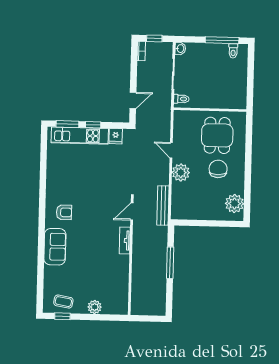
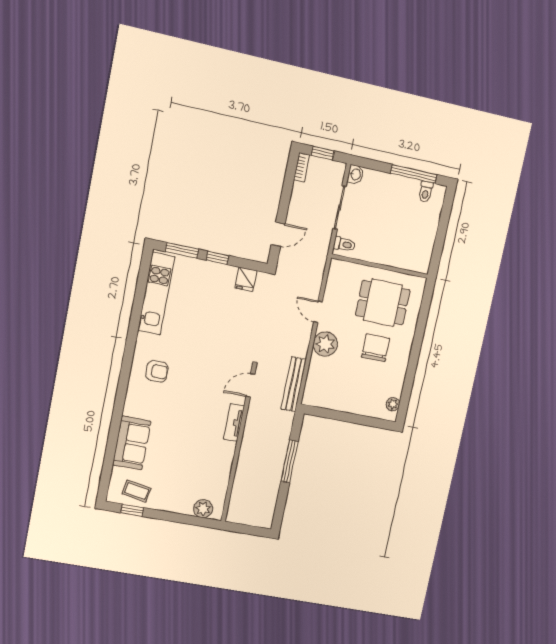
dining table: (217, 135) -> (383, 303), turned 90
kitchen unit: (80, 136) -> (156, 294), moved, turned -90
plant: (234, 204) -> (393, 404), width x0.53, depth x0.53
sofa: (55, 247) -> (132, 443), moved
plant: (95, 307) -> (203, 509), moved

